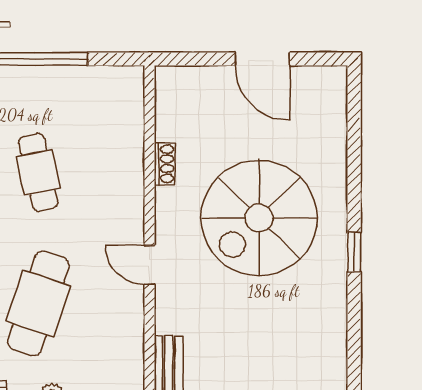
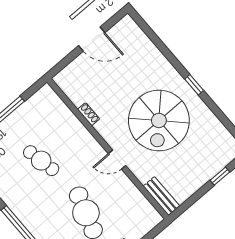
spiral stairs: (259, 218) -> (159, 120), moved

